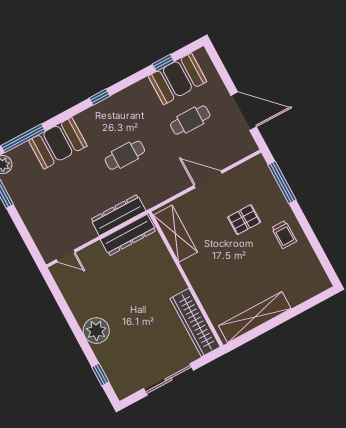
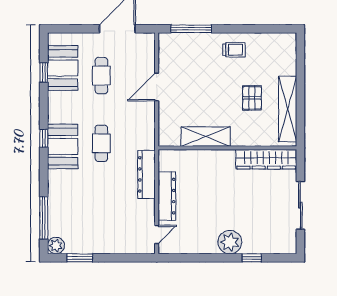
booth: (58, 143) -> (63, 146), moved
pallet: (244, 220) -> (252, 98), moved
shelving: (175, 234) -> (206, 137), moved
dresser: (128, 235) -> (167, 196), moved
window: (100, 375) -> (252, 258), moved

